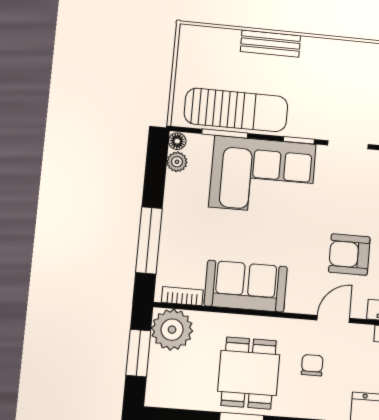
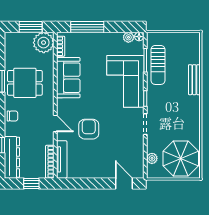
sun lounger: (236, 110) -> (158, 65), width x0.73, depth x0.75
chair: (312, 365) -> (12, 116), moved

